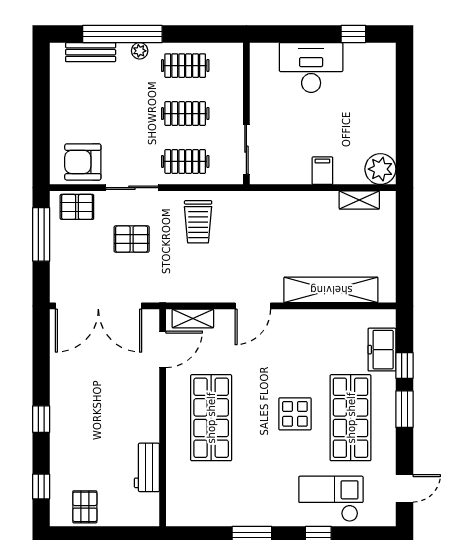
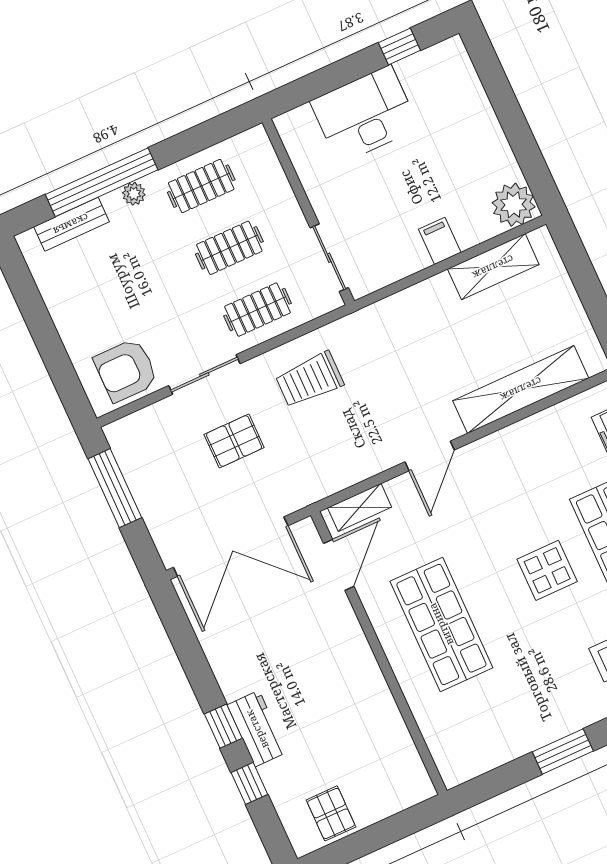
shelving: (359, 200) -> (493, 267), width x1.50, depth x1.33
pallet: (77, 207) -> (145, 432), removed
trolley: (198, 222) -> (310, 380), turned 90
workbench: (147, 467) -> (257, 729), moved, turned 180
window: (41, 487) -> (249, 783), moved

